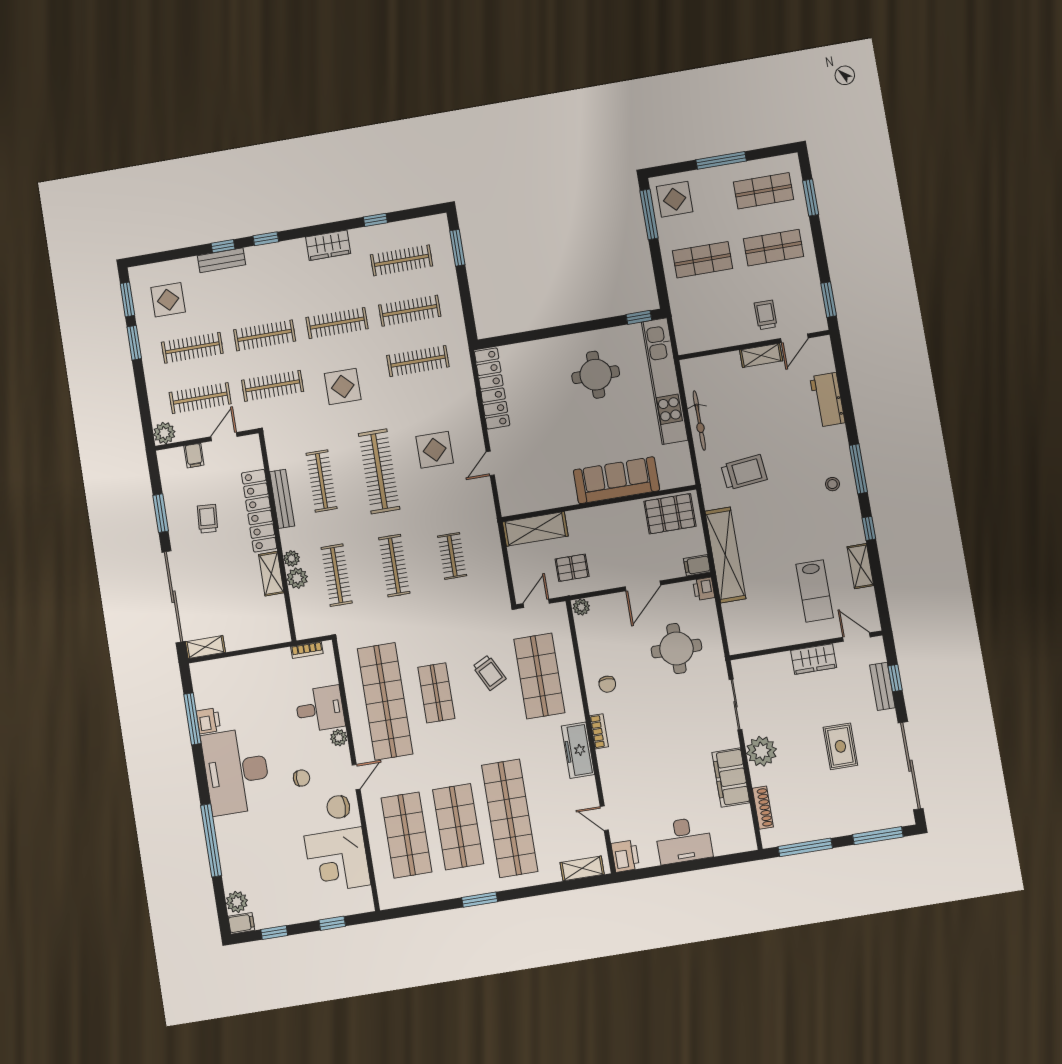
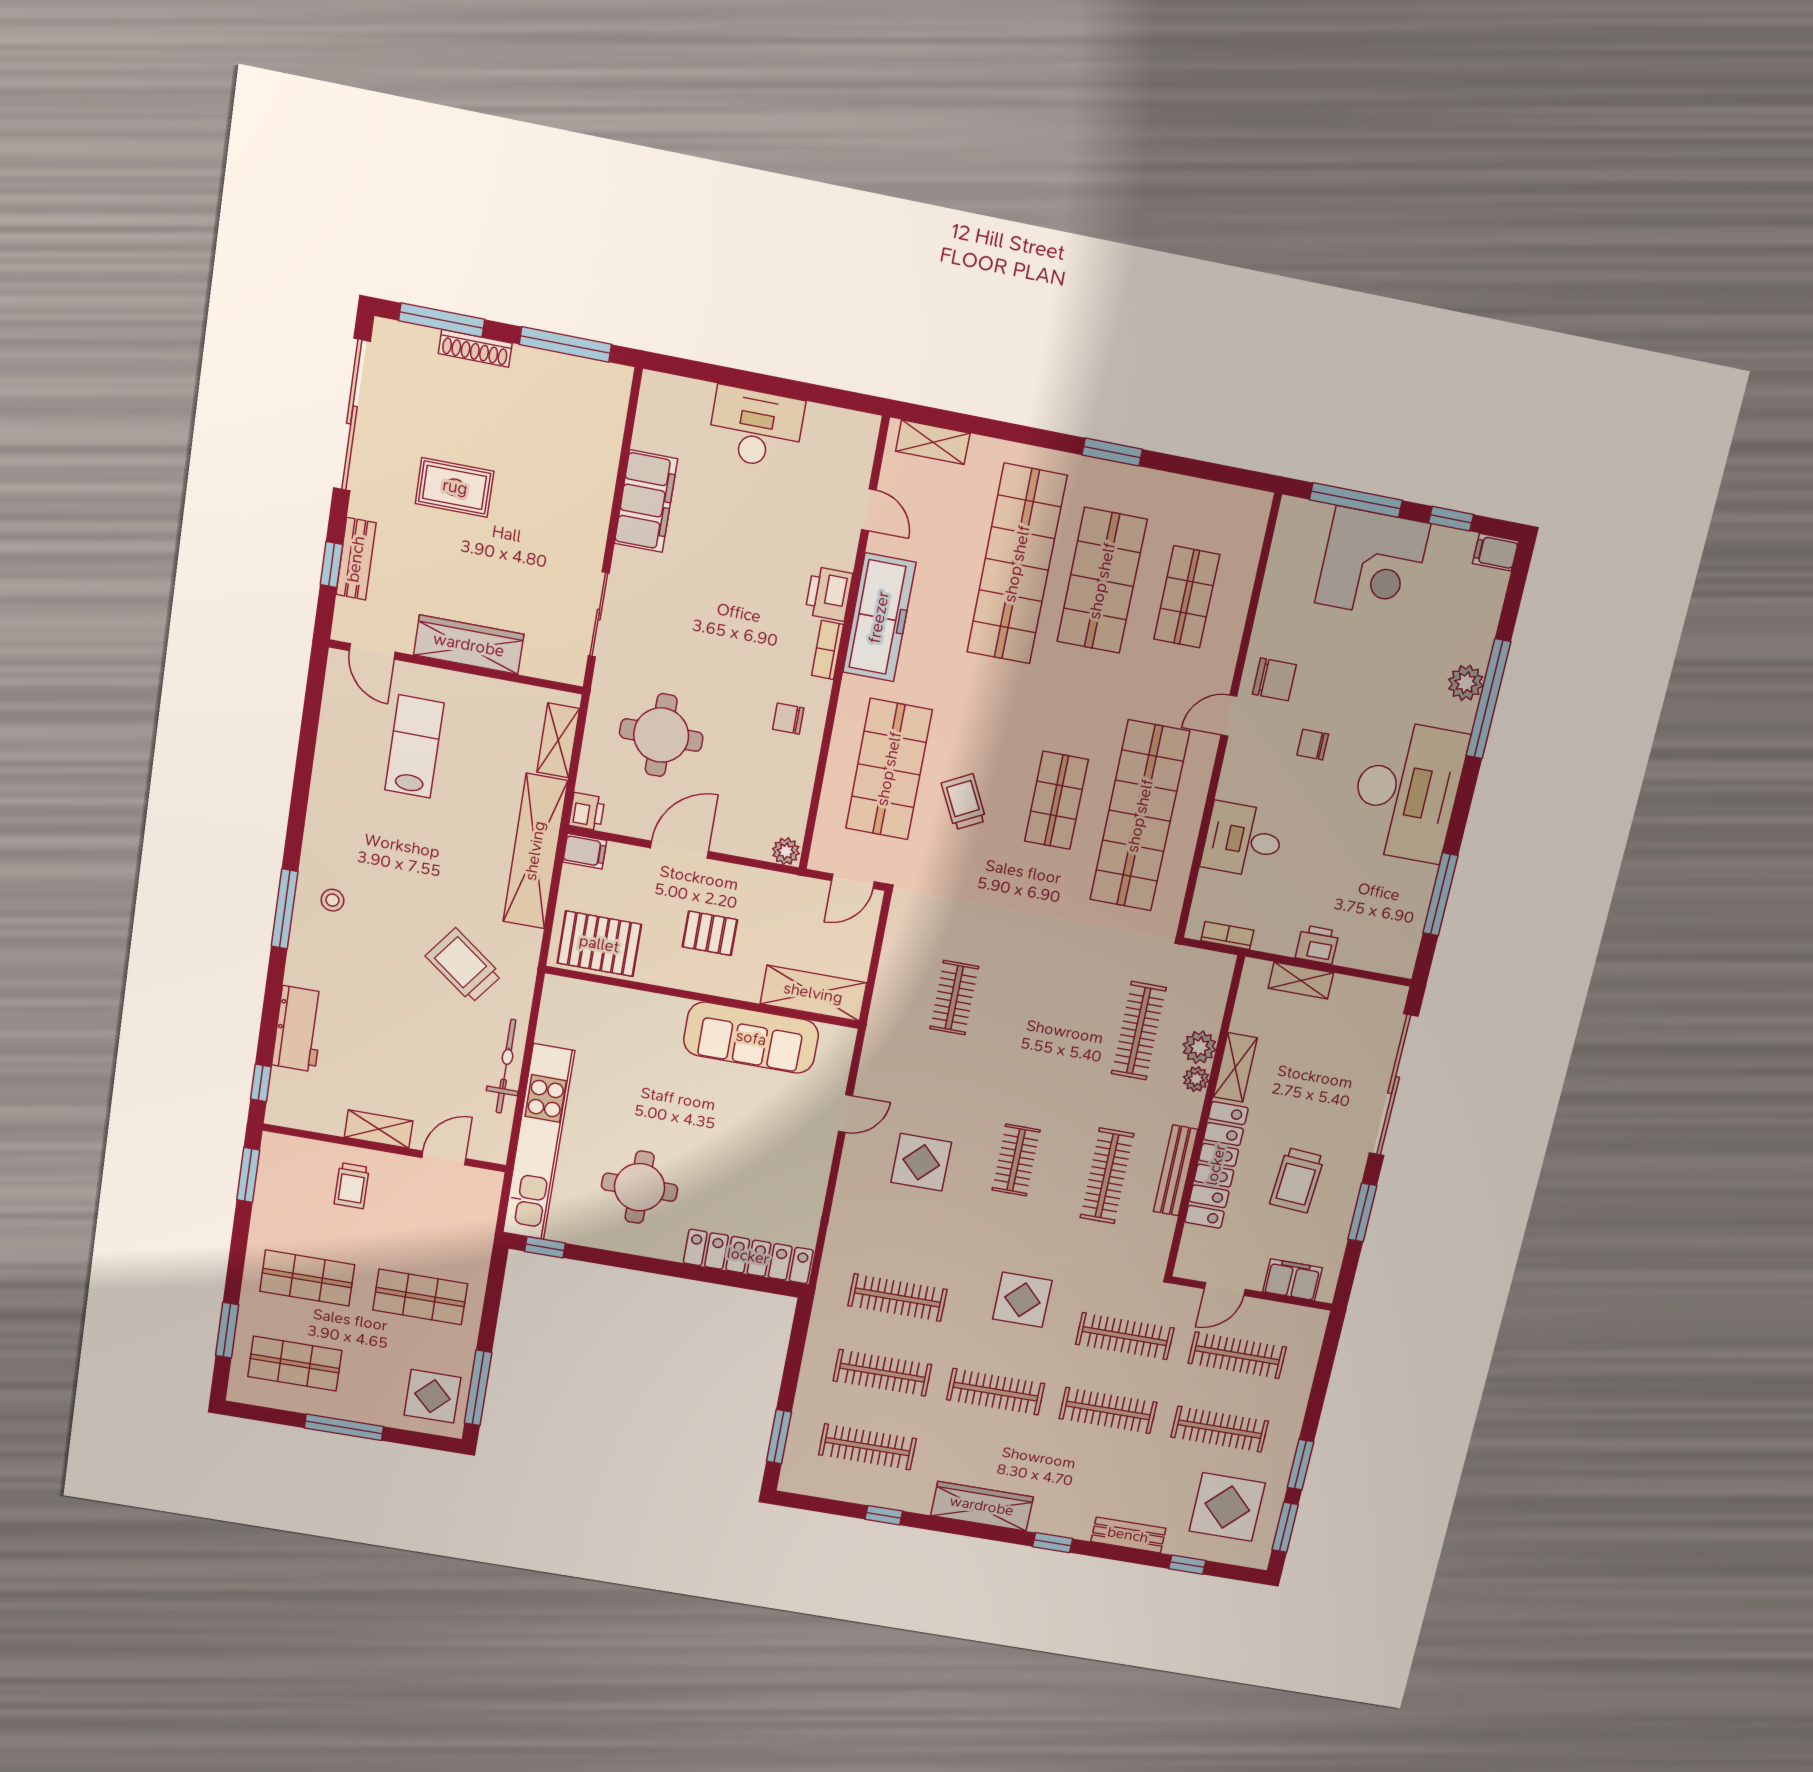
wardrobe: (328, 245) -> (982, 1506), width x1.50
window: (223, 246) -> (1187, 1565), moved
display table: (168, 300) -> (1227, 1507), width x1.36, depth x1.36
door: (794, 338) -> (444, 1158), moved
locker: (492, 388) -> (748, 1256), moved, turned 90
plant: (164, 433) -> (1310, 1324), removed
filing cabinet: (194, 456) -> (1293, 1280), width x2.00
clothes rail: (379, 471) -> (1016, 1160), width x0.54, depth x0.76
trolley: (744, 472) -> (464, 966), turned 43
sofa: (616, 480) -> (751, 1038), moved
trolley: (207, 519) -> (1297, 1180), width x1.36, depth x1.39
window: (869, 528) -> (261, 1083), moved
clothes rail: (394, 566) -> (1047, 1014), removed
shelving: (860, 566) -> (558, 740), moved
pallet: (572, 568) -> (710, 933), moved
shelving: (205, 647) -> (1301, 981), moved
wardrobe: (814, 659) -> (469, 645), width x1.50
chair: (607, 684) -> (788, 719), turned -90
printer: (208, 721) -> (1317, 945), moved, turned 90
plant: (339, 738) -> (1232, 786), removed
rug: (840, 746) -> (455, 487), turned 90
freezer: (578, 750) -> (879, 617), width x1.36, depth x1.26
plant: (761, 751) -> (583, 525), removed
shoe rack: (763, 808) -> (475, 348), moved, turned -90
shop shelf: (407, 835) -> (1187, 597), width x0.70, depth x0.74
printer: (625, 856) -> (829, 594), moved
corner desk: (337, 860) -> (1373, 563), moved, turned 90
plant: (237, 902) -> (1466, 683), moved
window: (332, 923) -> (1356, 500), width x2.17

